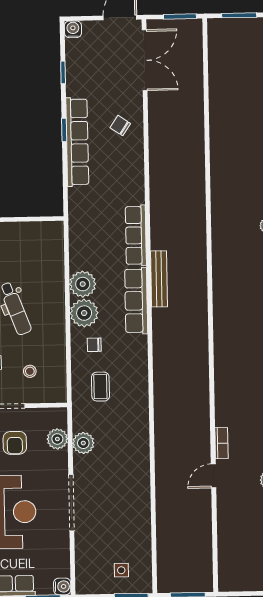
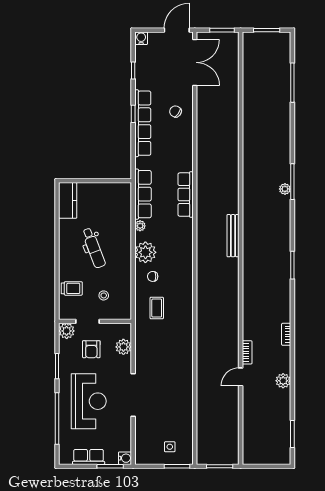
bench: (159, 279) -> (233, 236), moved
plant: (83, 284) -> (140, 226), width x0.53, depth x0.53
row of seats: (136, 301) -> (143, 194), moved, turned 180
plant: (83, 443) -> (143, 350), removed

